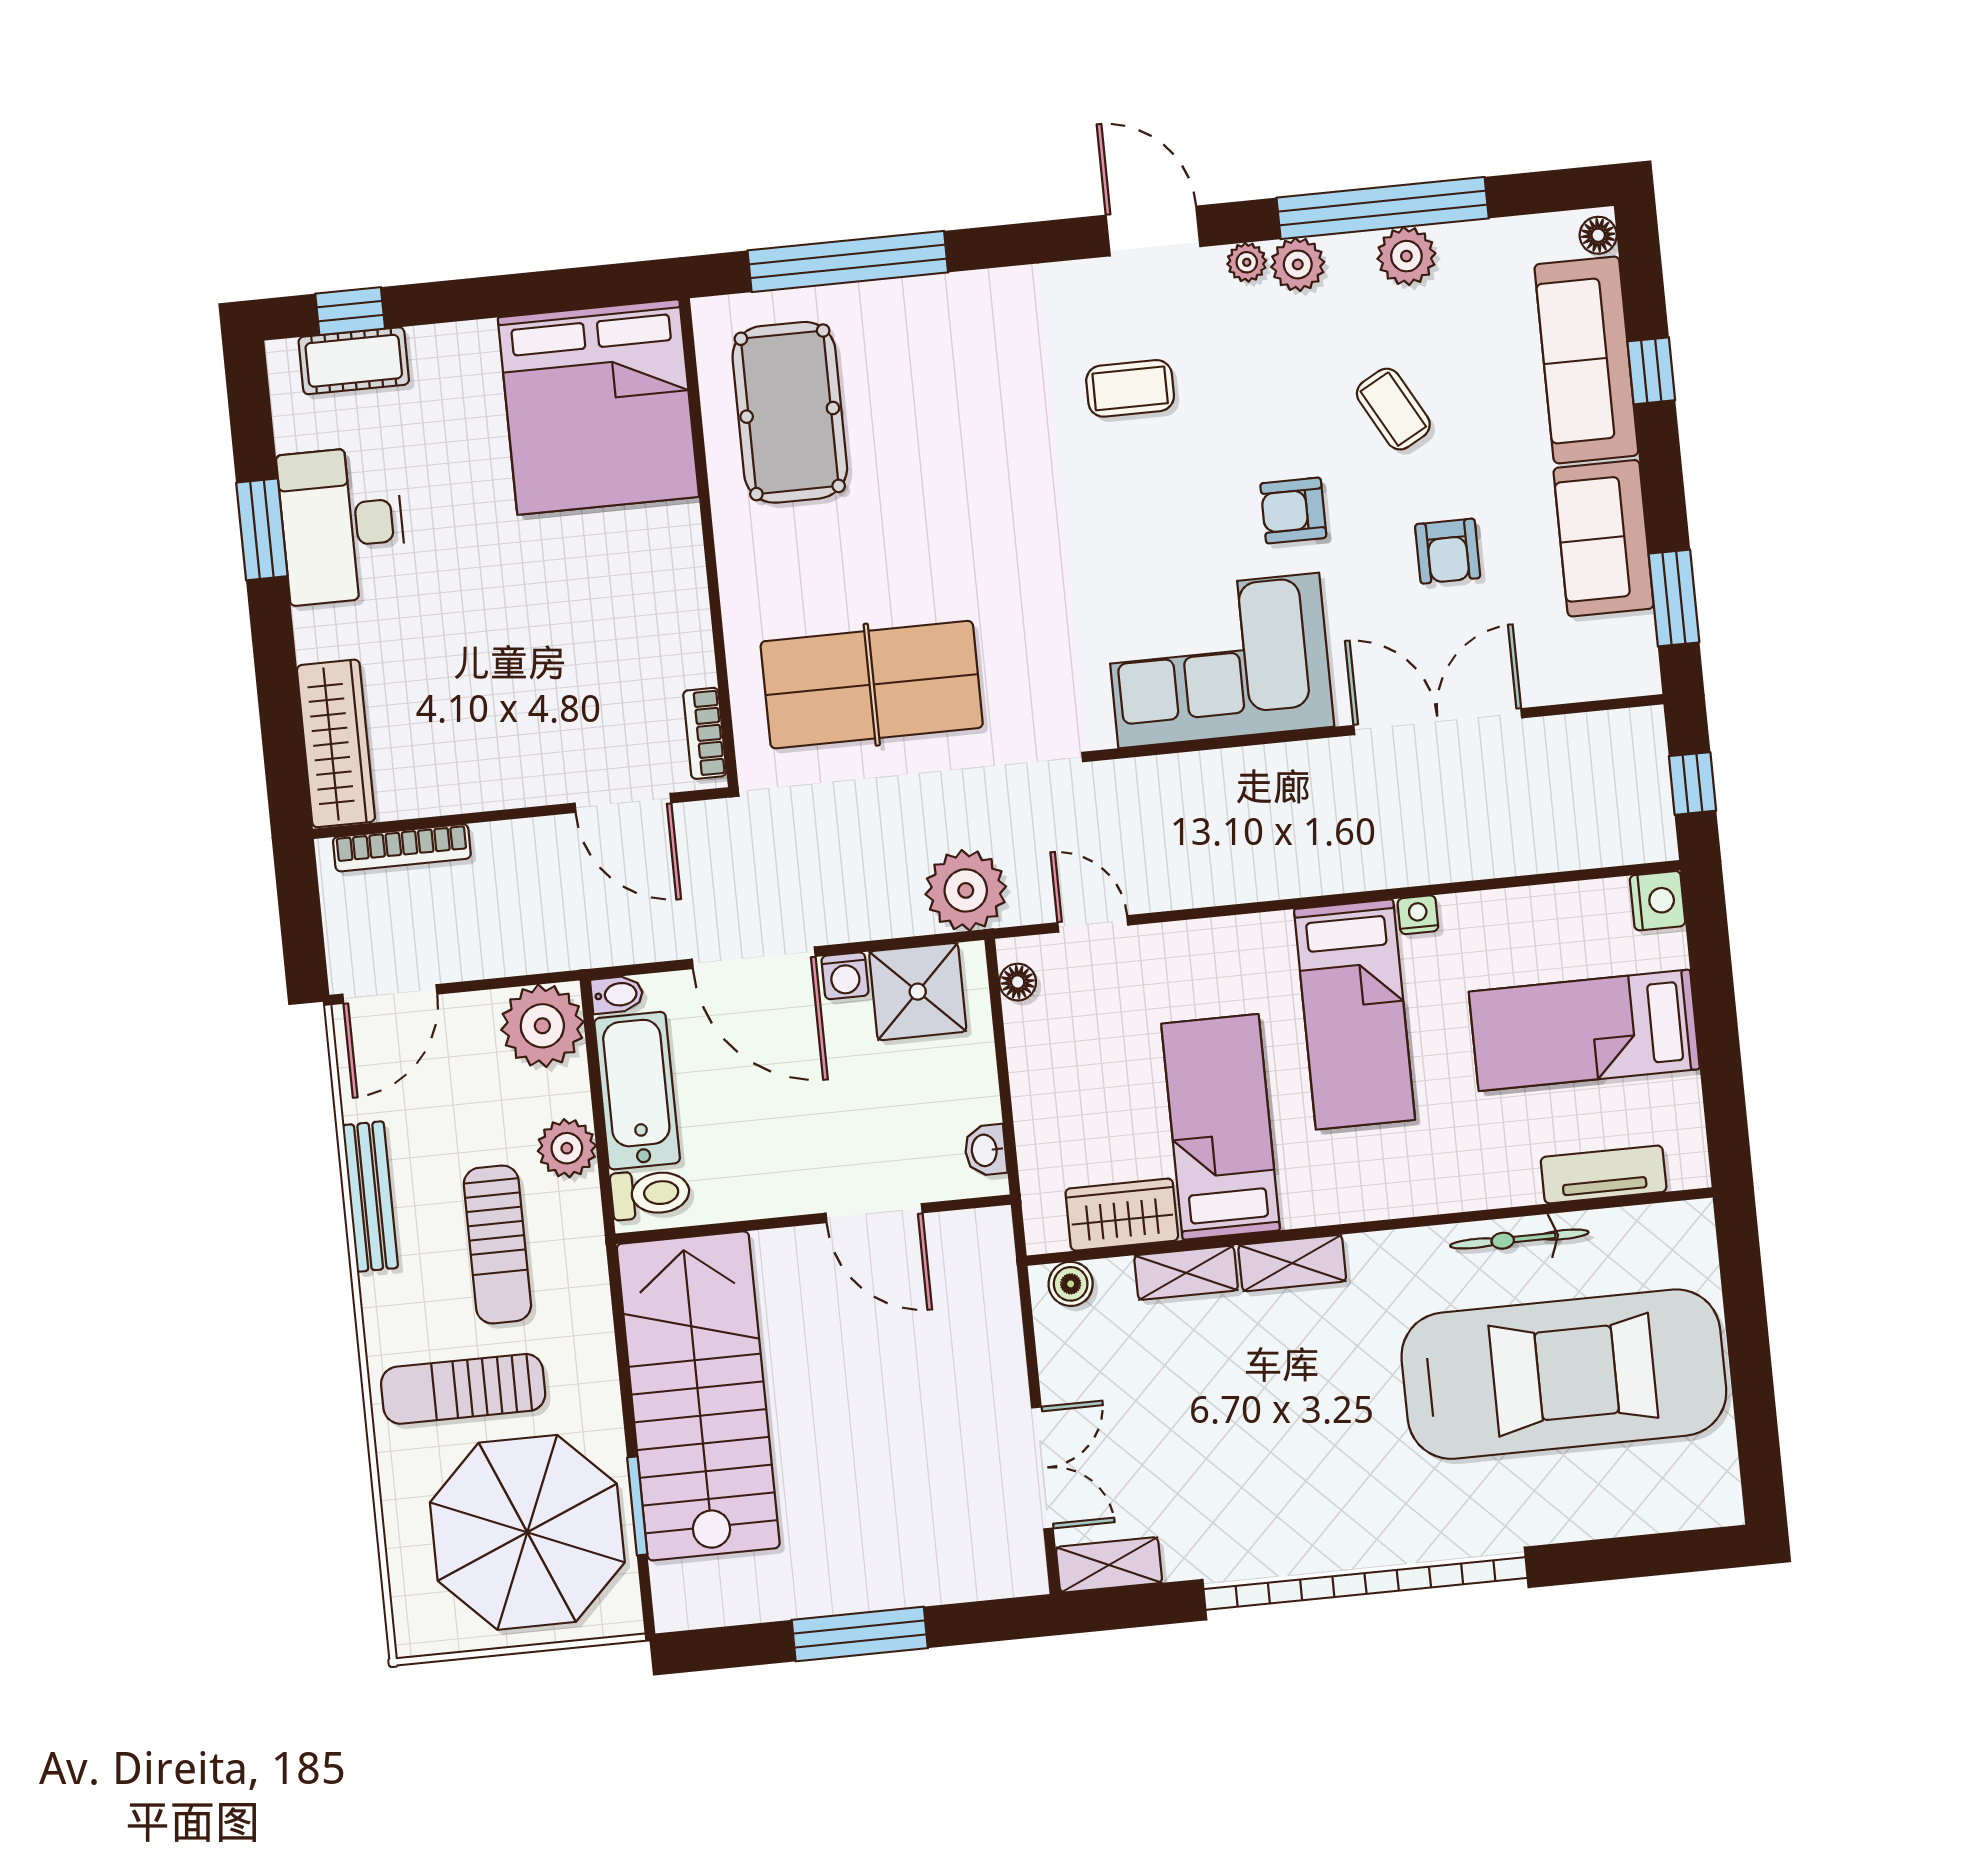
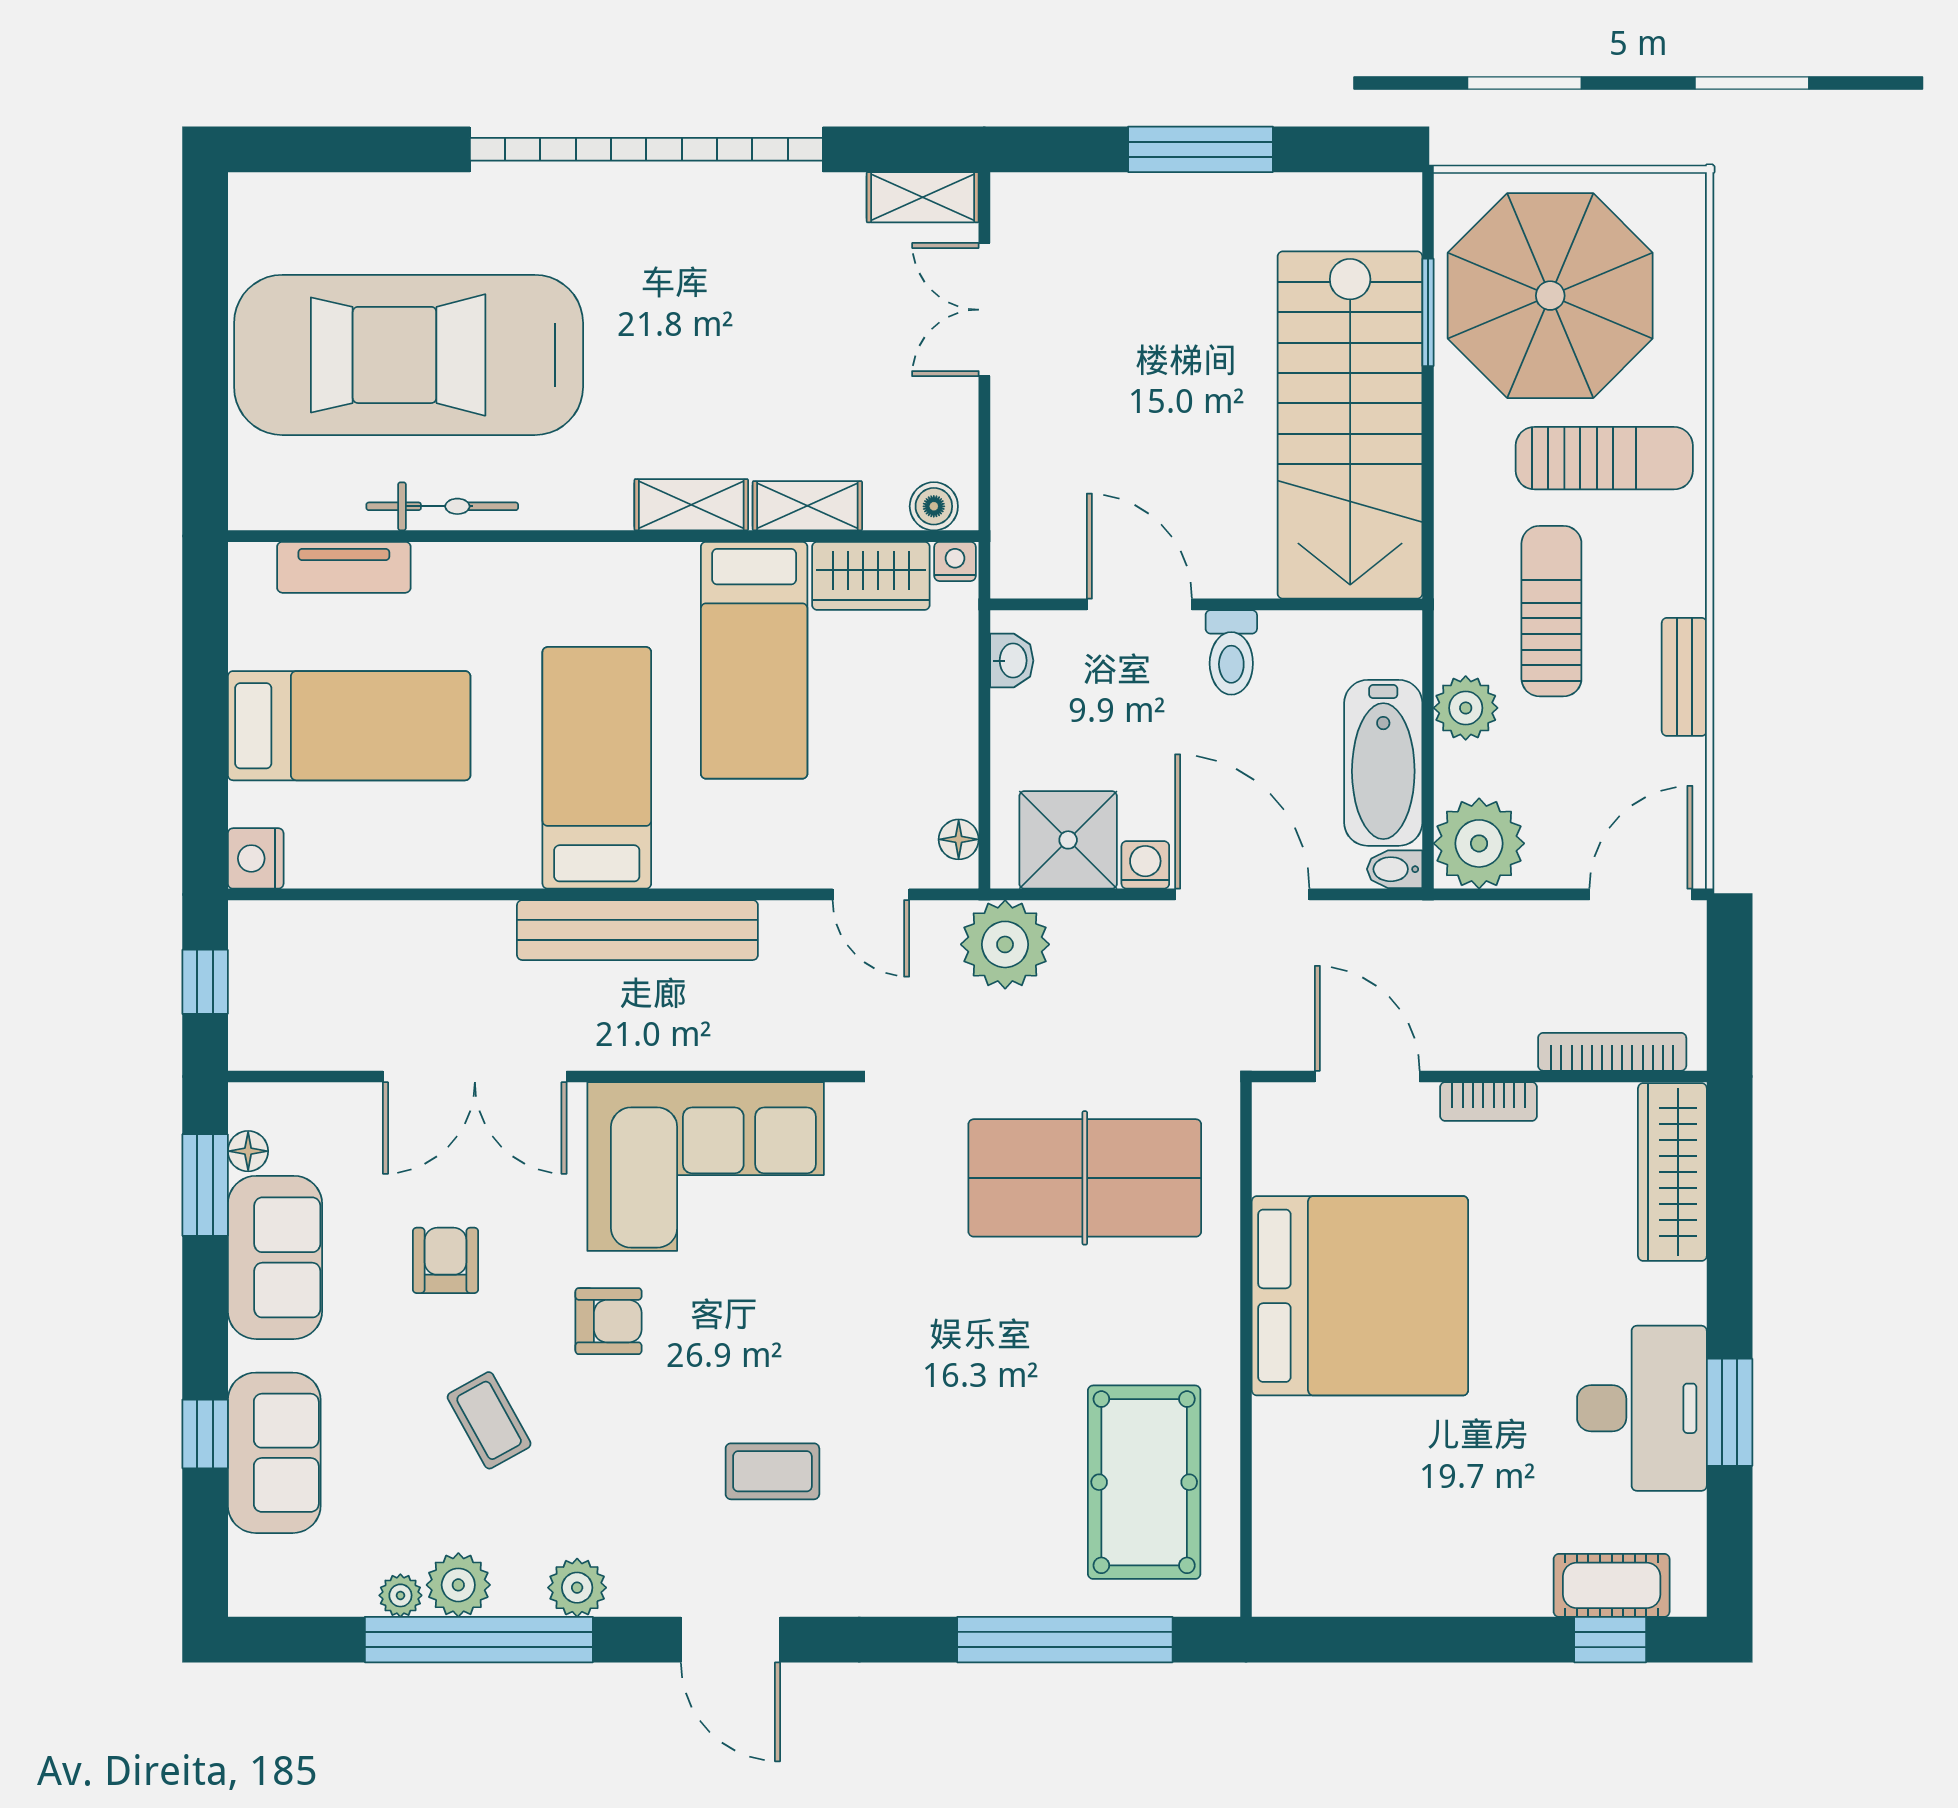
floor lamp: (1598, 235) -> (248, 1151), moved
plant: (1247, 262) -> (400, 1595), moved
sofa: (1586, 360) -> (274, 1453), width x0.73
bed: (598, 407) -> (1360, 1296), moved, turned 90
bookcase: (705, 733) -> (1489, 1102), moved, turned 90
bench: (1303, 870) -> (637, 930), added
nightstand: (1418, 915) -> (955, 561), moved, turned 180
toilet: (650, 1194) -> (1231, 652), moved, turned -90
bench: (370, 1197) -> (1684, 677), width x0.73

